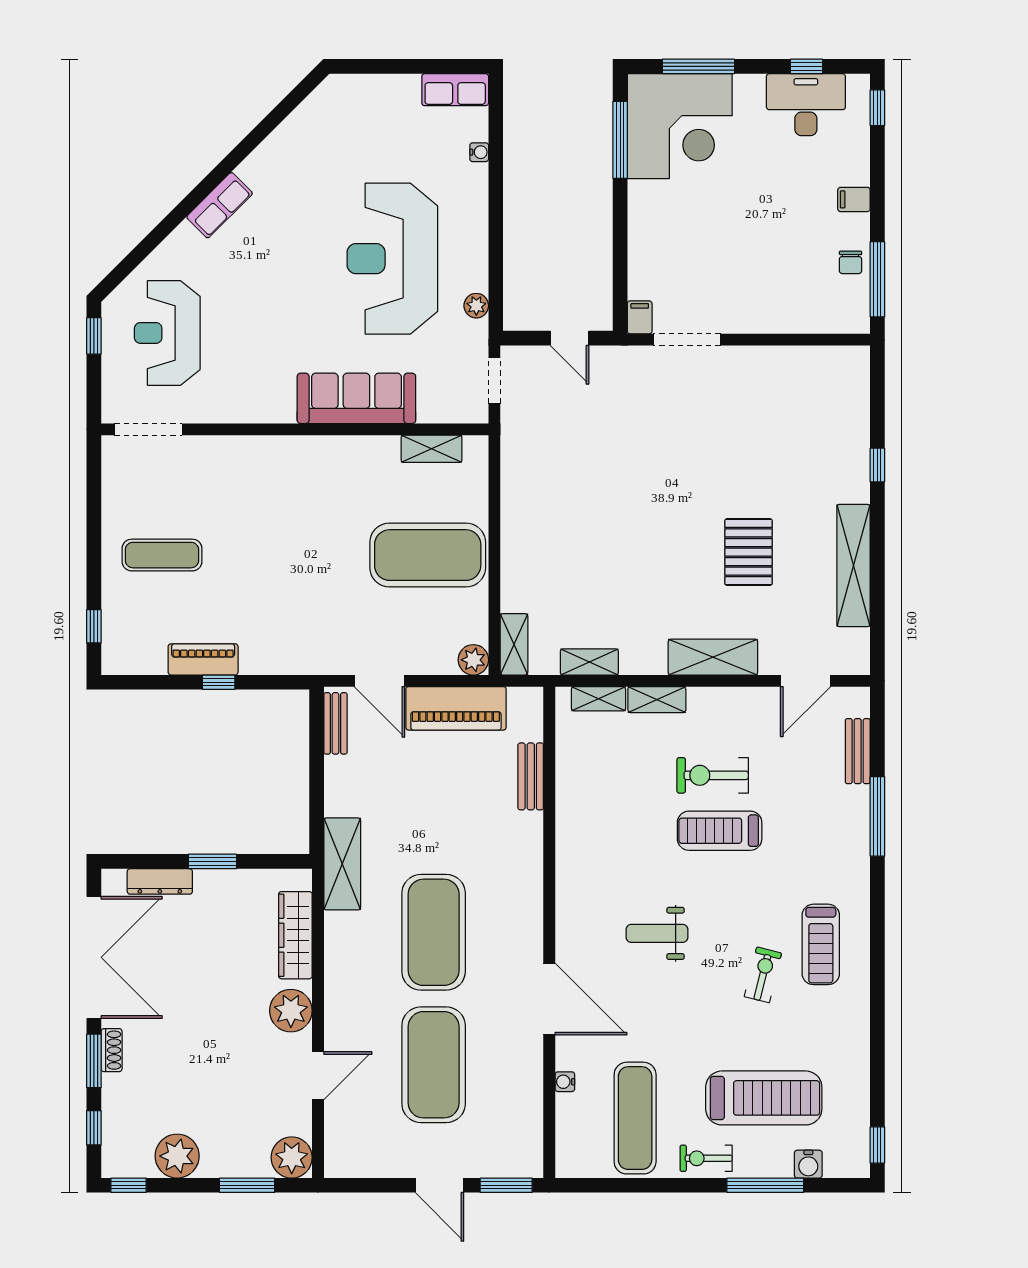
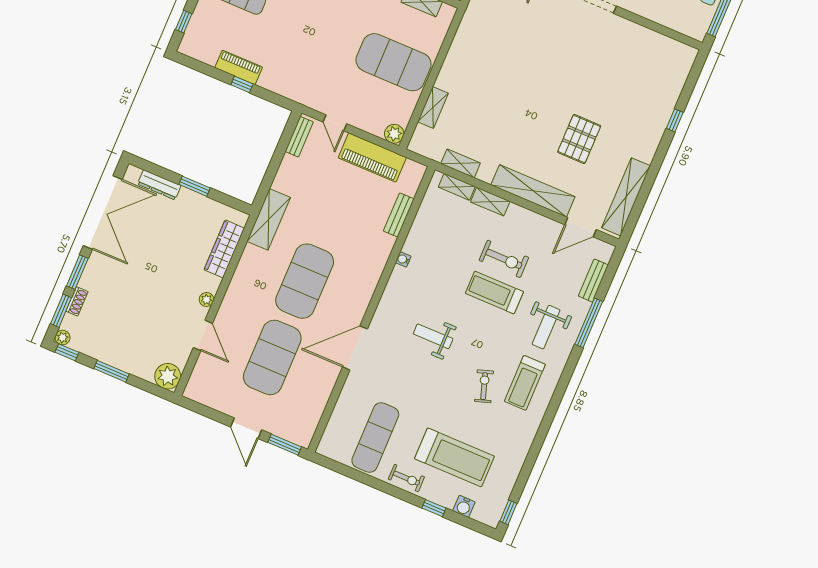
shelving: (853, 566) -> (626, 197), moved
shelving: (514, 644) -> (433, 107), moved
shelving: (713, 657) -> (533, 191), width x1.47
door: (379, 681) -> (335, 123), width x0.73
exercise bike: (713, 775) -> (504, 259), turned 180
weight bench: (817, 849) -> (546, 327), added
exercise bike: (763, 975) -> (484, 386), turned -32
door: (549, 999) -> (355, 348), swing flipped
plant: (291, 1011) -> (206, 300), width x0.53, depth x0.53
shoe rack: (112, 1050) -> (77, 301), moved
door: (318, 1076) -> (203, 335), hinge flipped
water cooler: (565, 1082) -> (403, 259), moved
window: (94, 1128) -> (61, 311), width x1.50
plant: (177, 1156) -> (63, 338), moved, width x0.53, depth x0.53
exercise bike: (706, 1158) -> (406, 478), turned 180
window: (247, 1185) -> (111, 371), moved
window: (765, 1185) -> (434, 508), width x0.46

